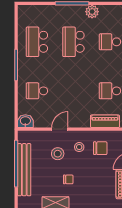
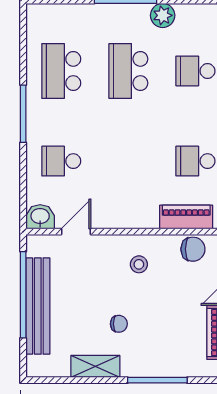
door: (60, 129) -> (76, 232), moved
chair: (100, 148) -> (193, 249), moved
stool: (58, 154) -> (99, 277), removed

